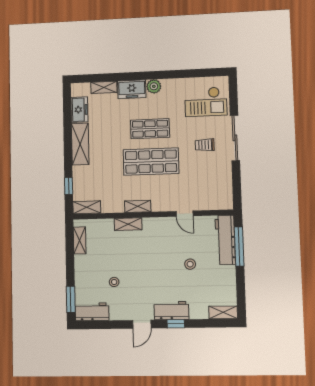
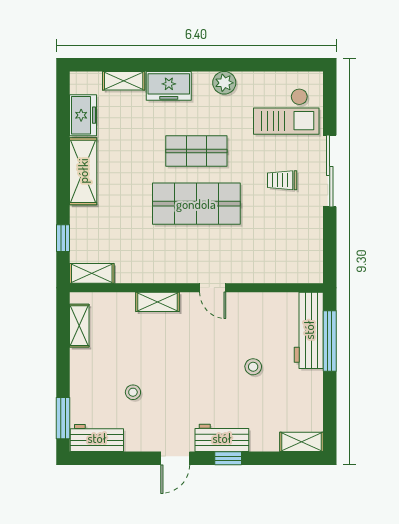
plant: (154, 86) -> (224, 83), moved
shelving: (138, 206) -> (173, 274), removed
door: (184, 214) -> (213, 288), moved

